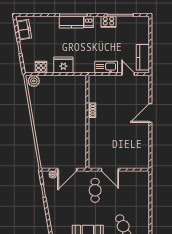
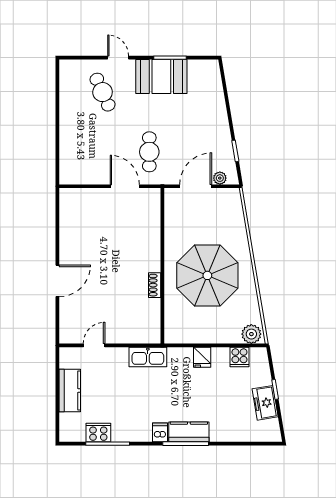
cooker: (108, 22) -> (98, 433), moved
freezer: (24, 30) -> (265, 403), moved
kitchen counter: (143, 57) -> (70, 391), moved
fridge: (63, 65) -> (202, 357), width x0.53, depth x0.75
kitchen sink: (106, 67) -> (148, 357), moved
door: (128, 74) -> (94, 345), swing flipped
parasol: (60, 116) -> (207, 275), added

